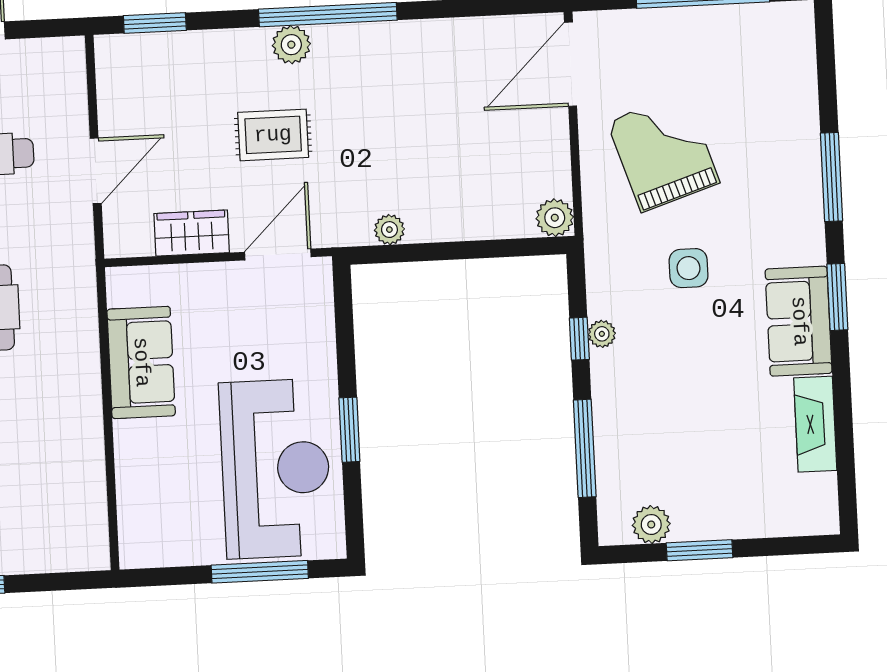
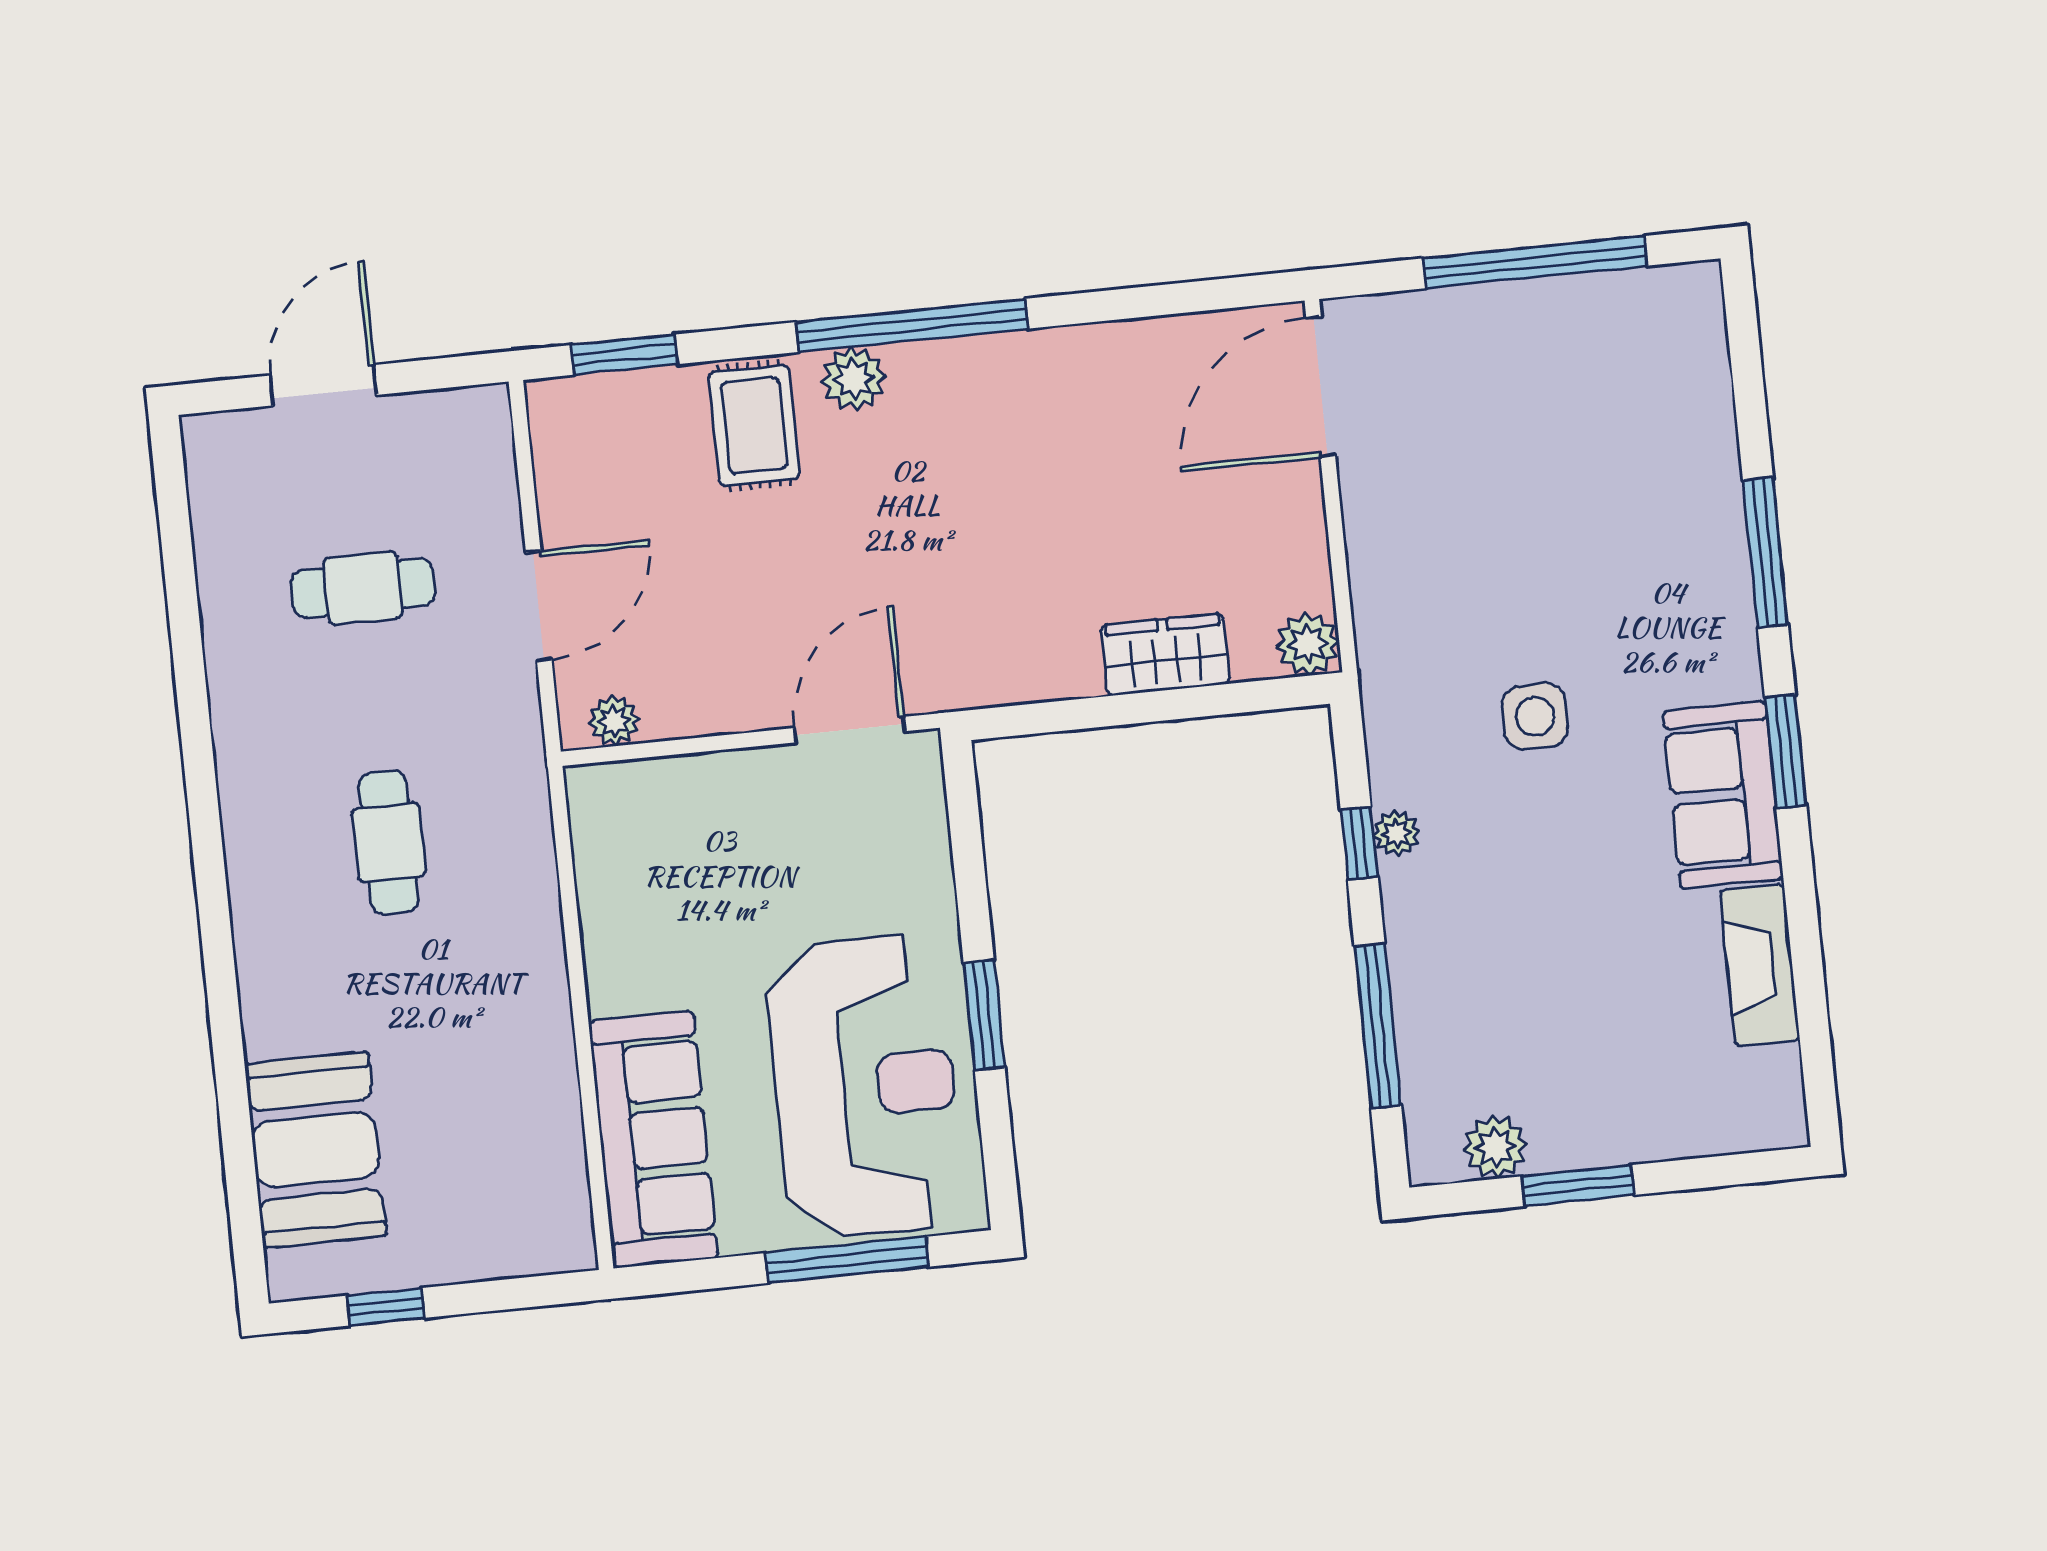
rug: (273, 135) -> (754, 425), moved, turned 90
grand piano: (663, 152) -> (1483, 525), removed
plant: (389, 230) -> (614, 721), moved
wardrobe: (192, 233) -> (1165, 655), moved
sofa: (141, 362) -> (653, 1139), moved, width x1.36

